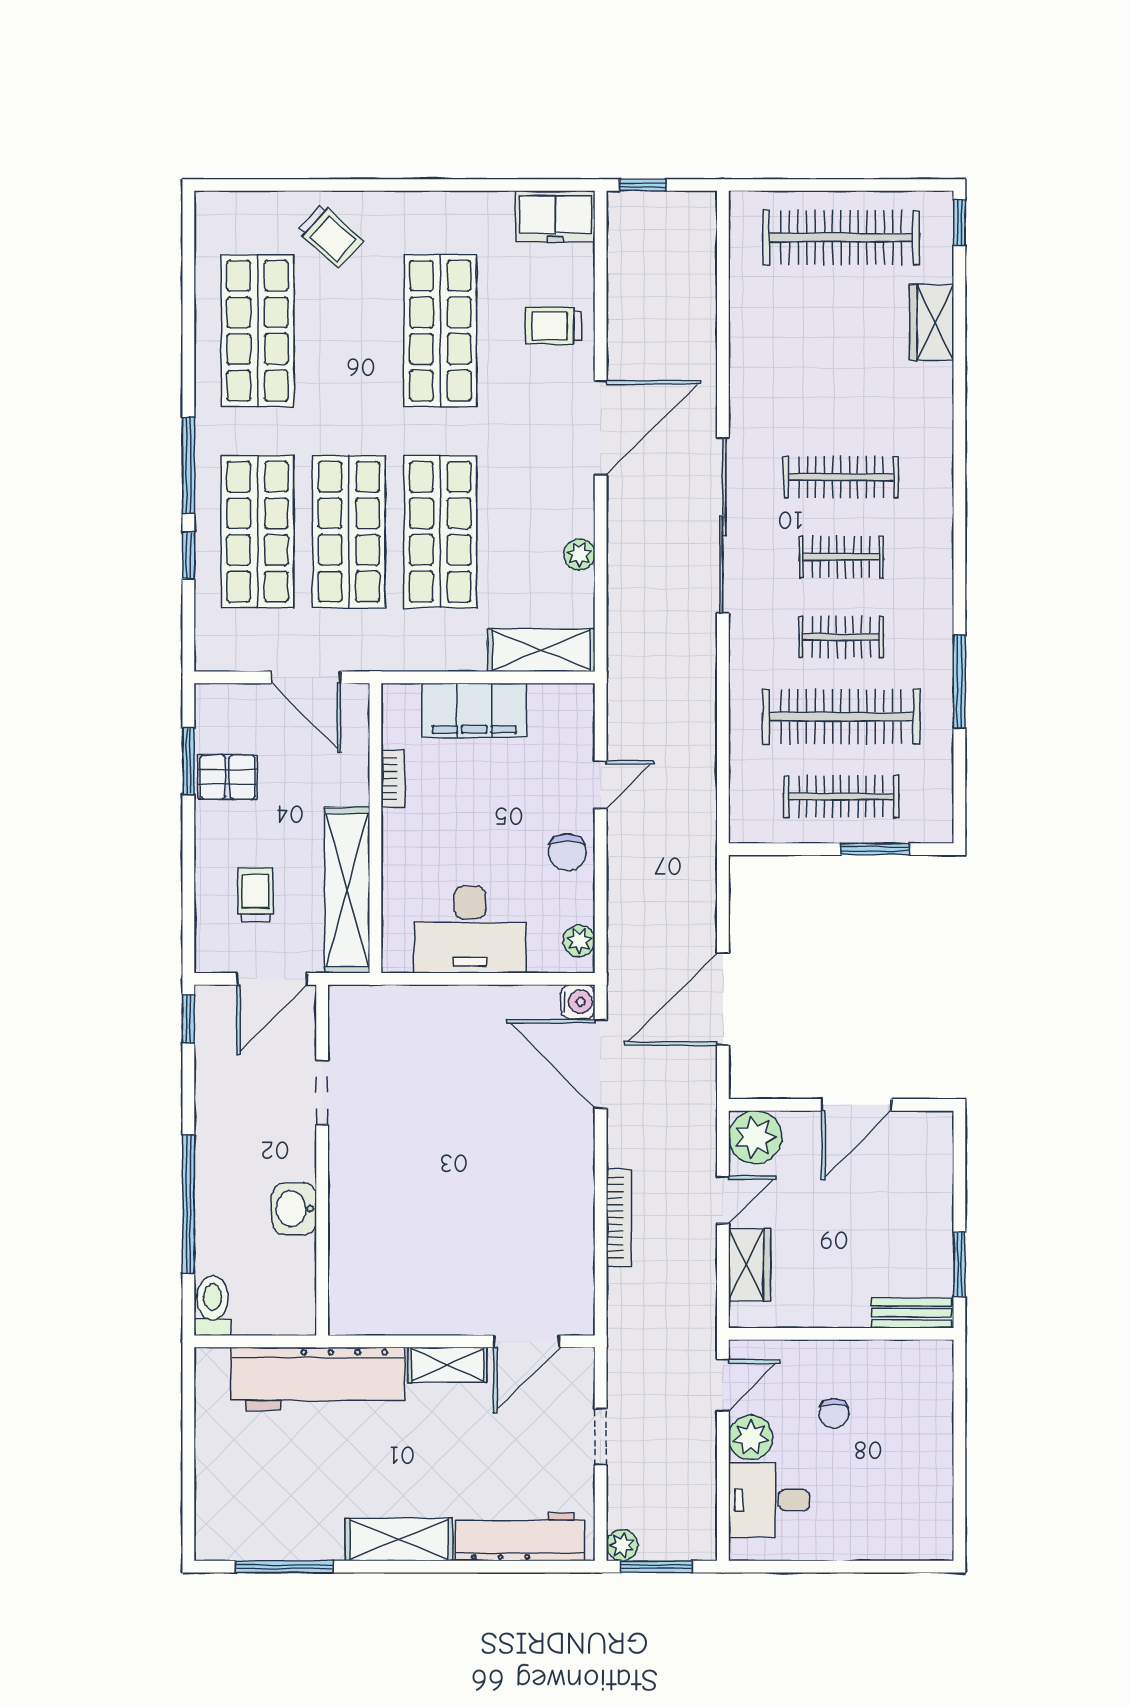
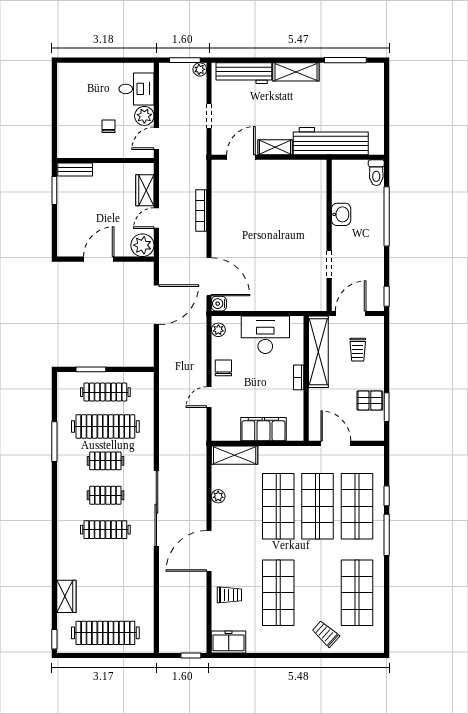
bookcase: (393, 778) -> (299, 377), moved

